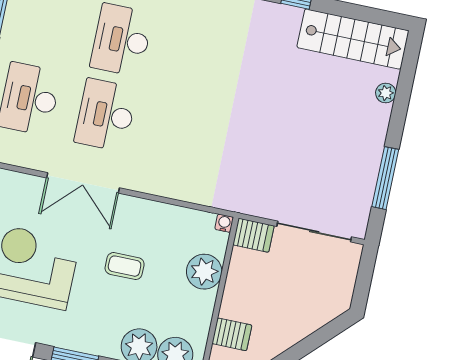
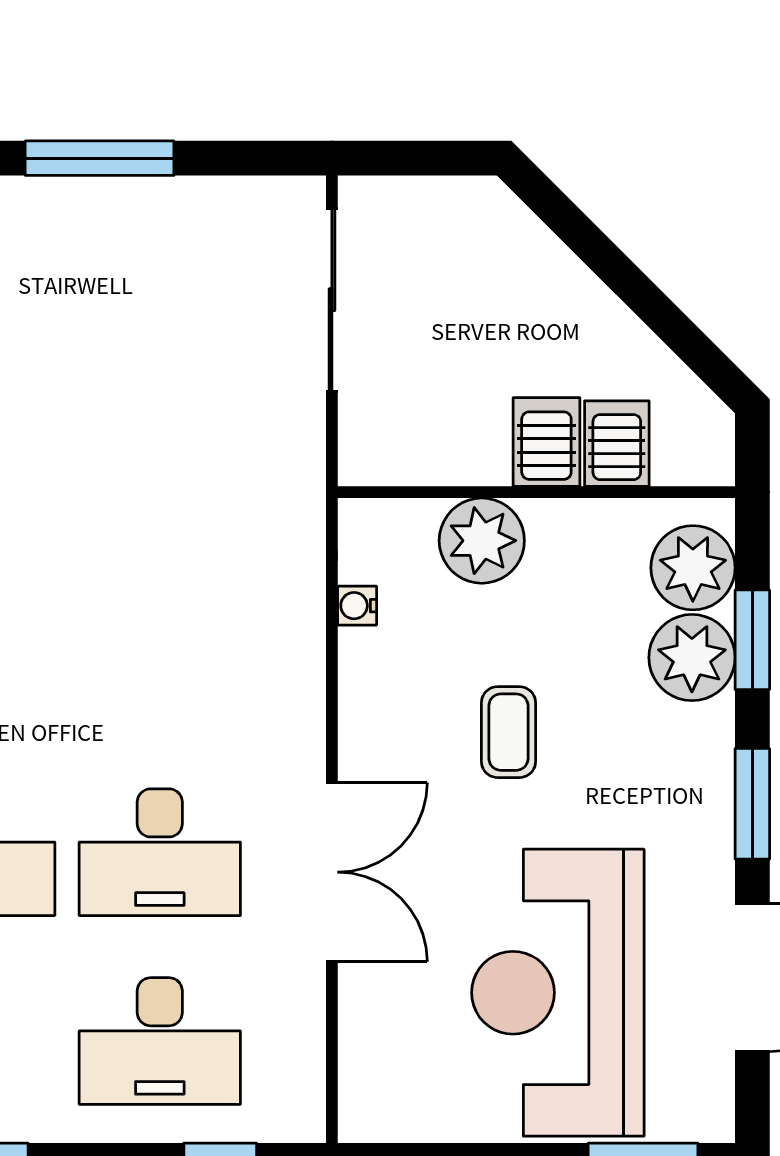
window: (385, 178) -> (100, 158), moved
water cooler: (224, 223) -> (357, 606), moved
server rack: (253, 235) -> (546, 442), moved

